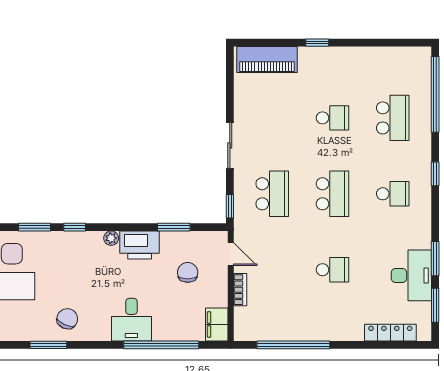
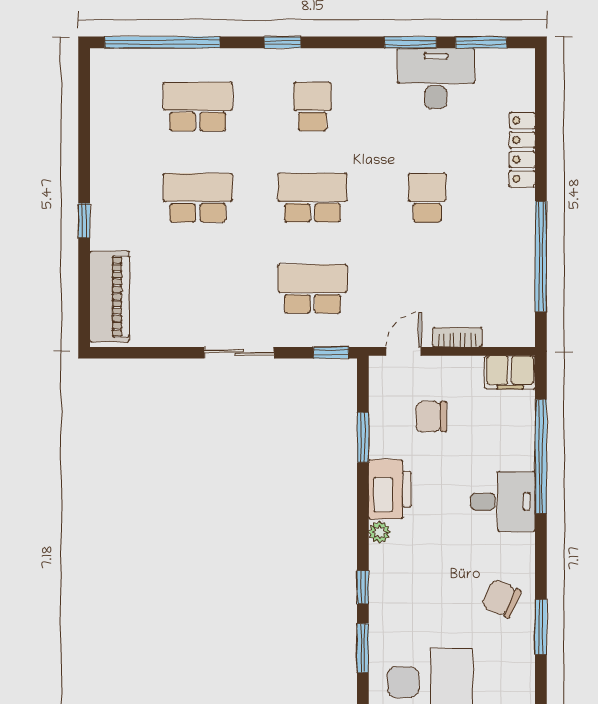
school desk: (333, 118) -> (198, 198), width x1.85
locker: (390, 333) -> (522, 150), moved

